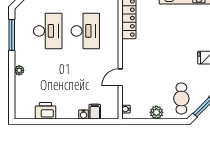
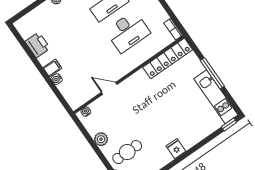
filing cabinet: (95, 112) -> (52, 68), moved

